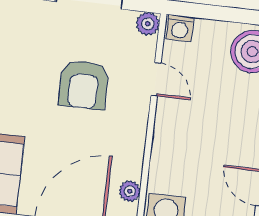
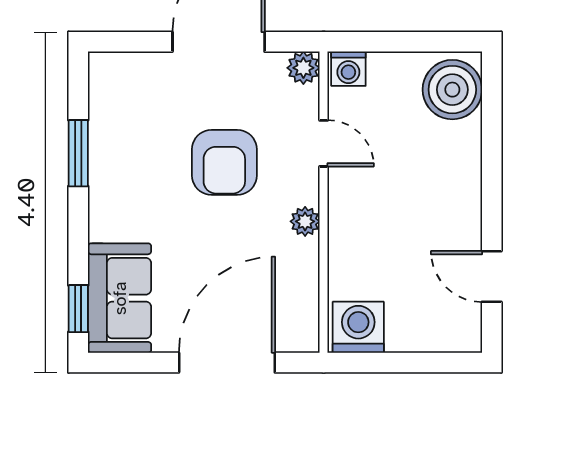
plant: (130, 191) -> (305, 221), moved

